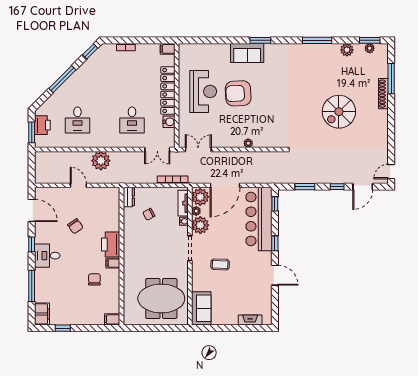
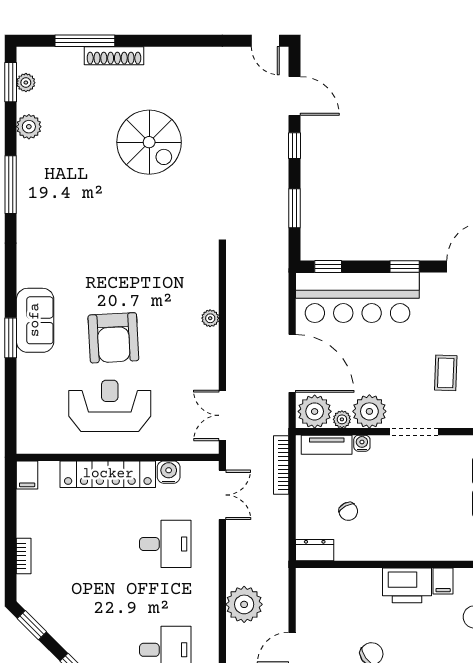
window: (260, 40) -> (11, 338), moved

